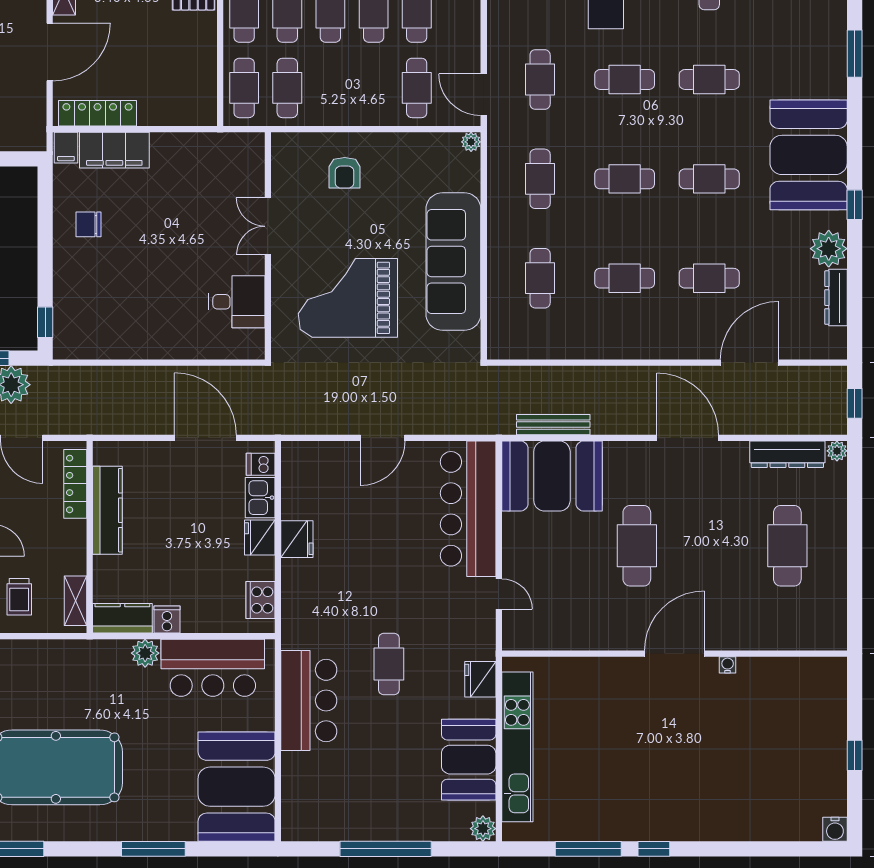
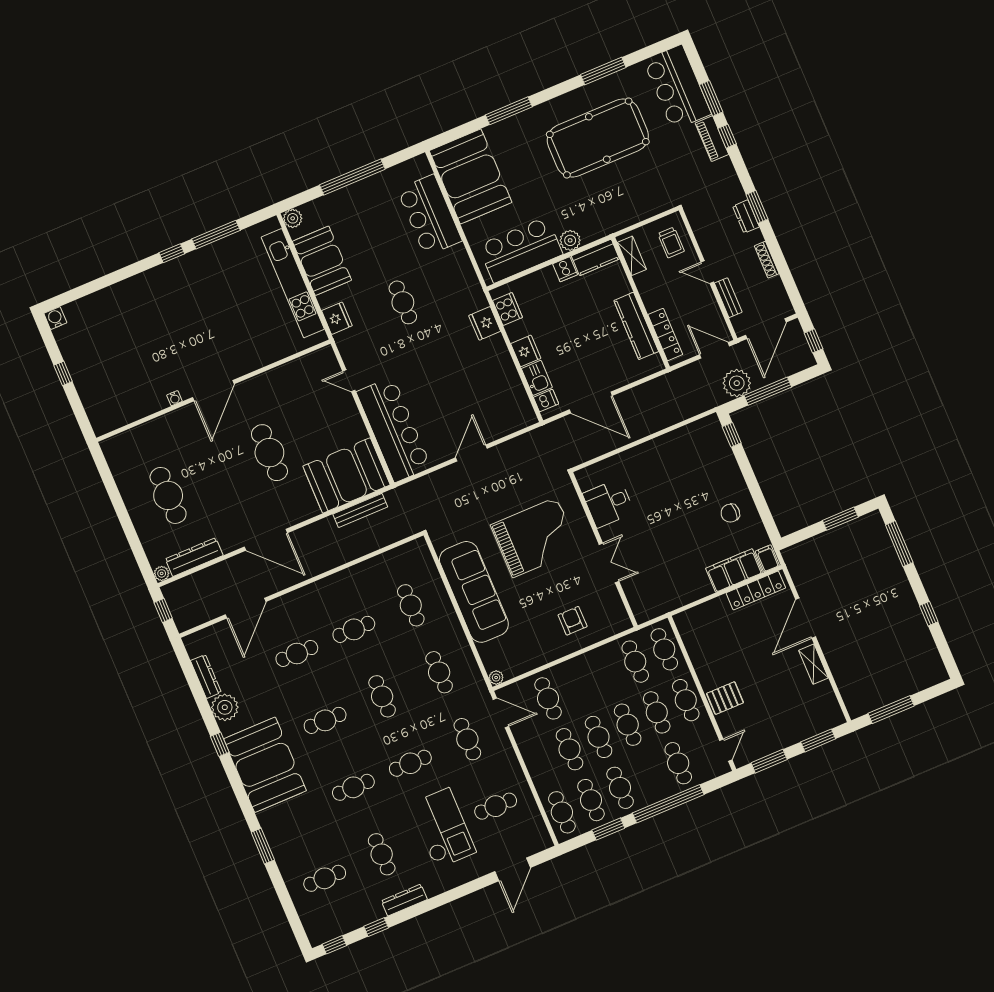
cafe table: (625, 179) -> (382, 696), turned 90
chair: (88, 224) -> (730, 513), turned 180
fridge: (297, 539) -> (485, 323), moved
trolley: (19, 597) -> (671, 242), turned 180
bar counter: (309, 701) -> (430, 215), moved

